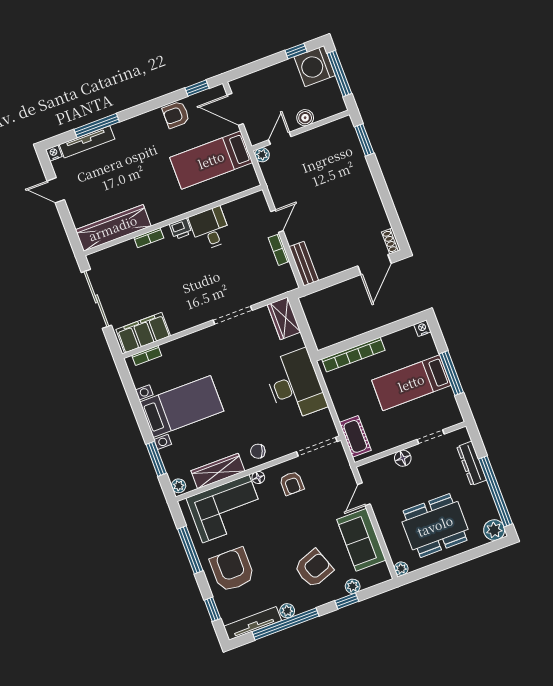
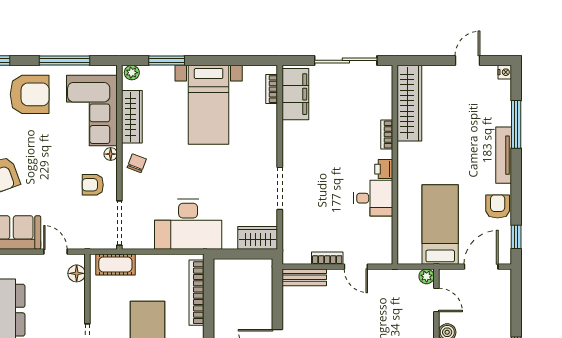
tv unit: (87, 142) -> (504, 155), moved
floor lamp: (403, 458) -> (77, 273), moved

